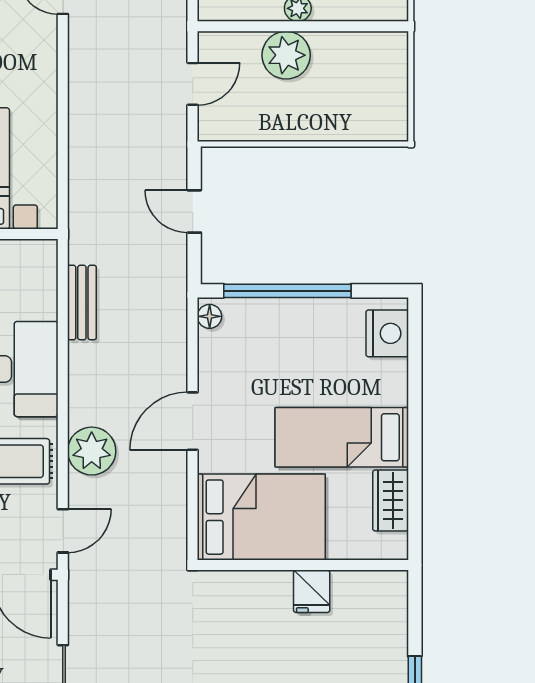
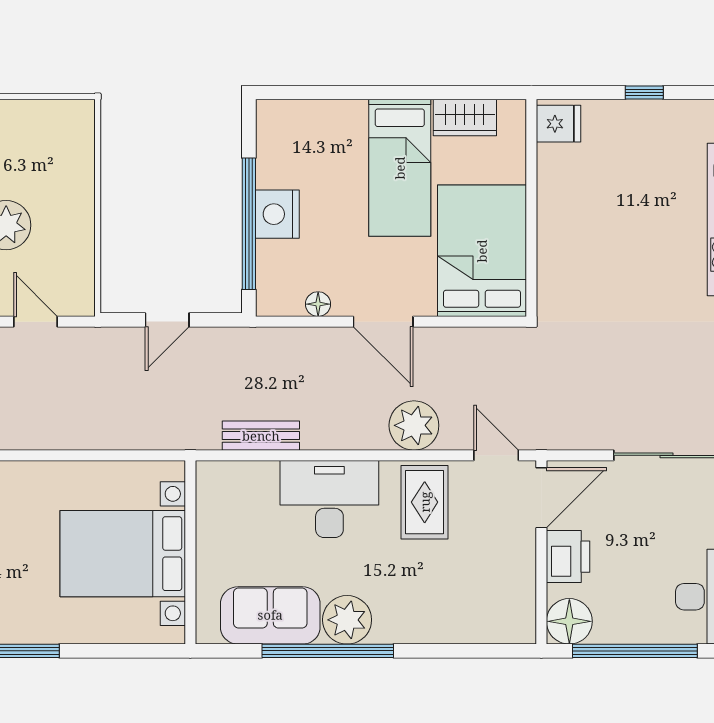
floor lamp: (210, 316) -> (318, 304), moved
nightstand: (387, 333) -> (277, 214), moved, turned -90
fridge: (312, 591) -> (558, 124), moved

